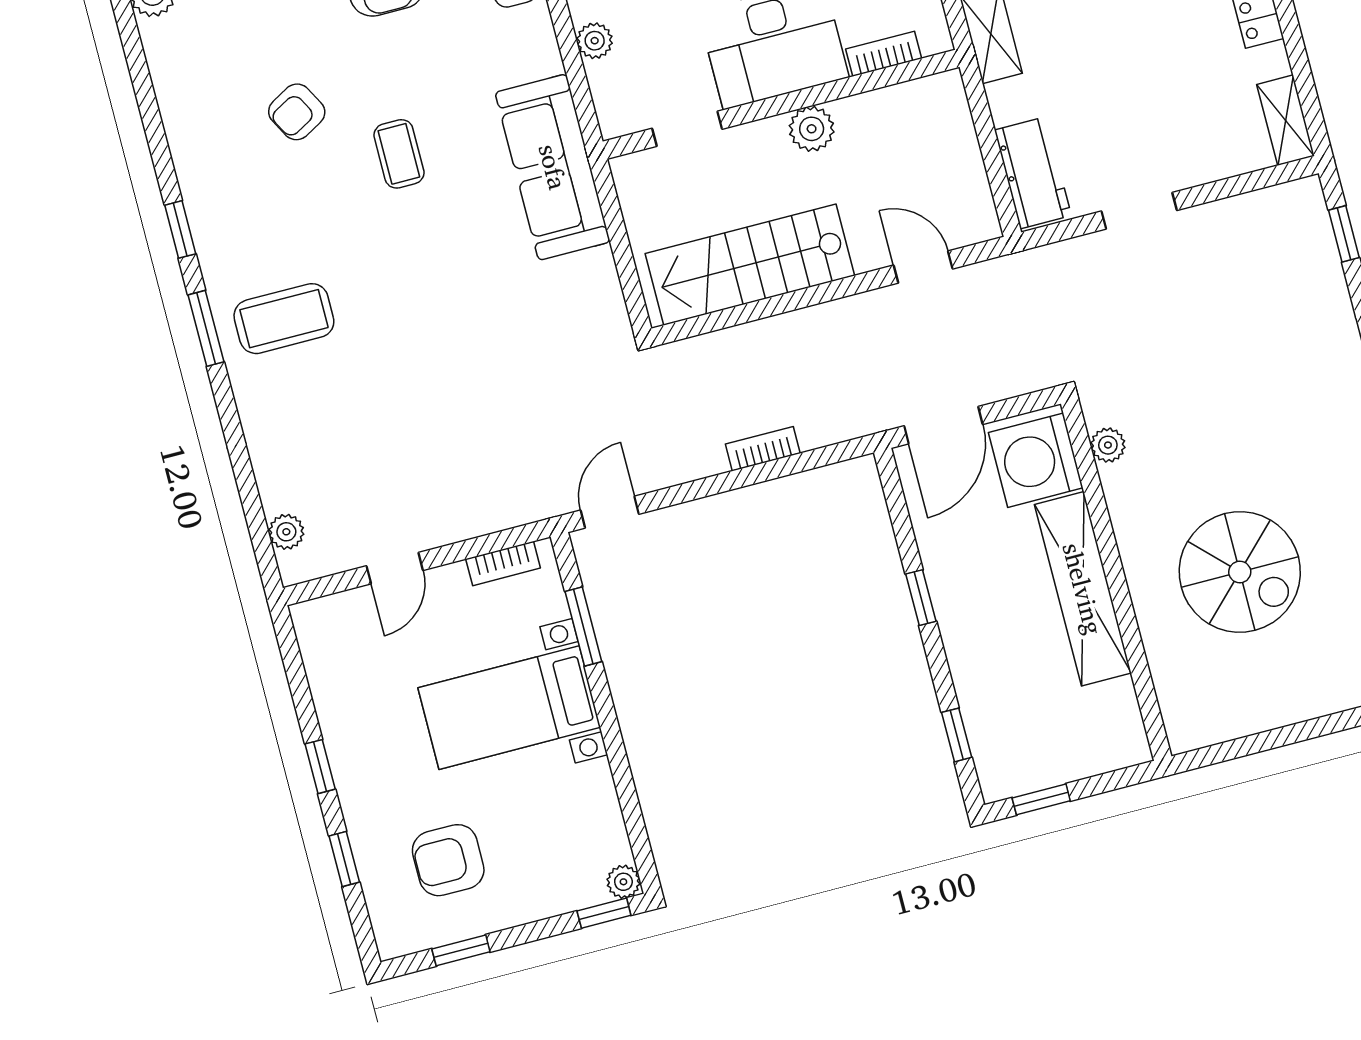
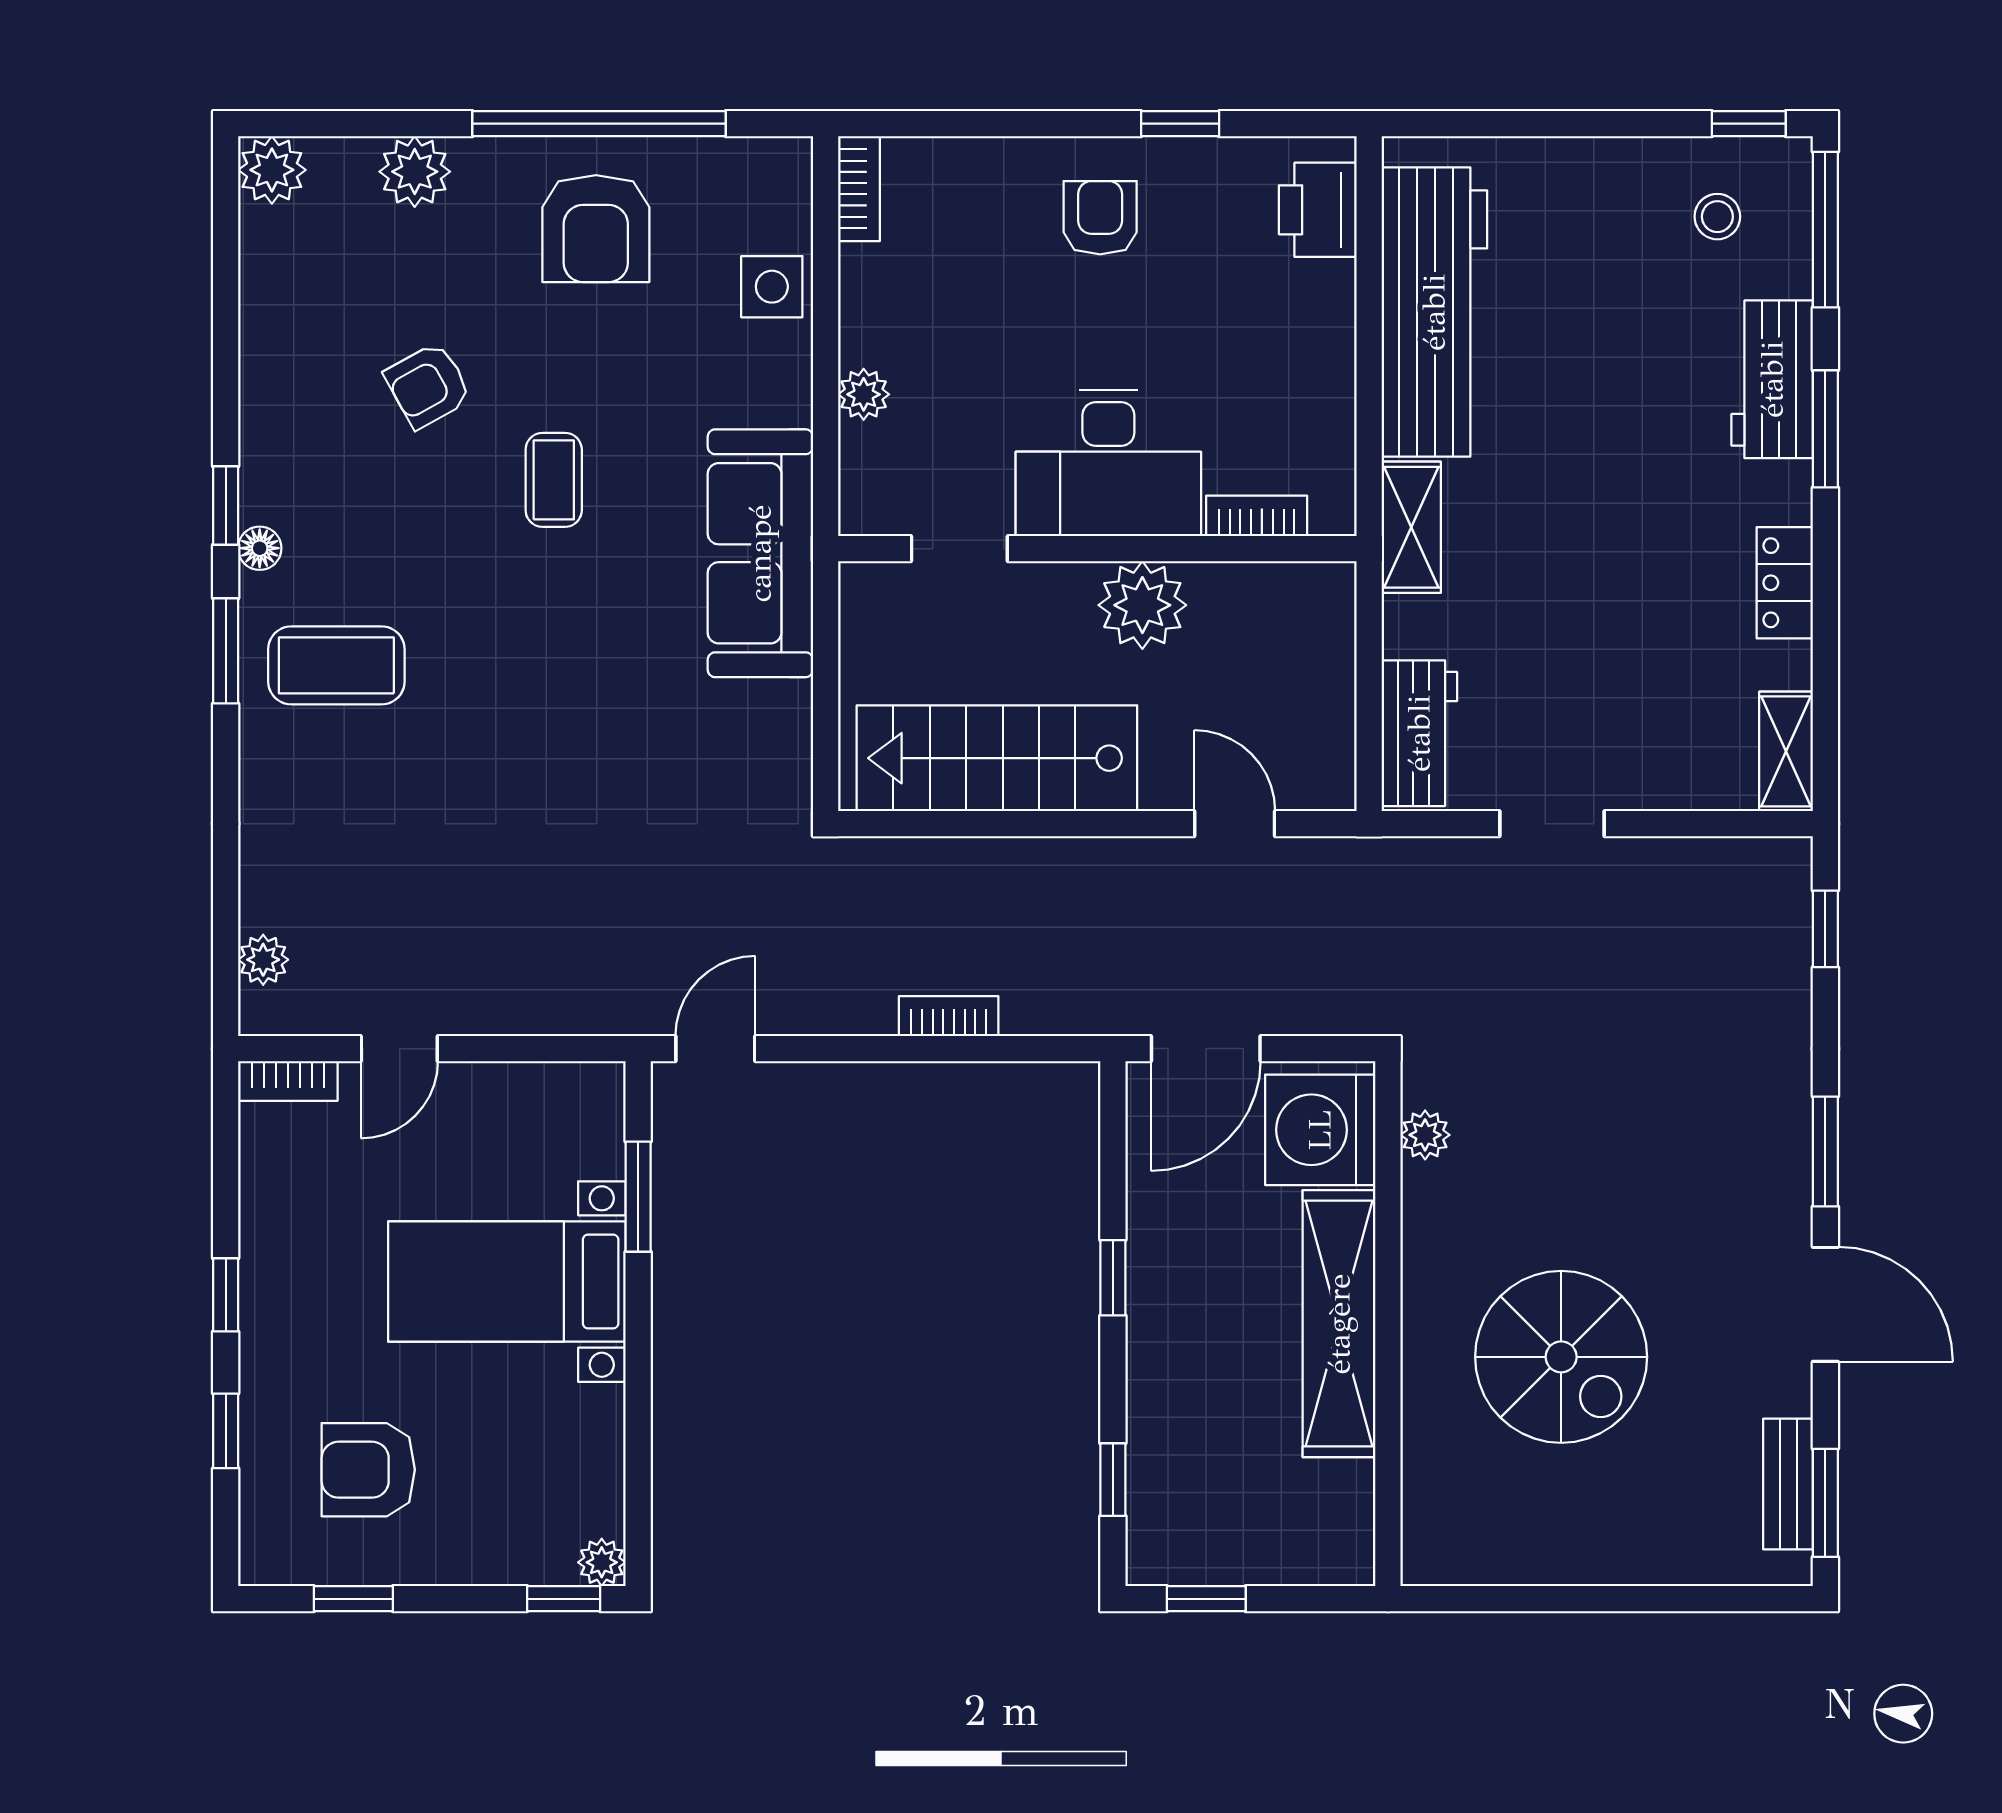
plant: (812, 129) -> (1142, 605), width x1.36, depth x1.36
floor lamp: (211, 252) -> (260, 548), added
bookcase: (503, 563) -> (288, 1081), moved

